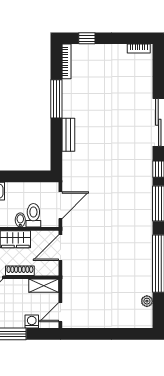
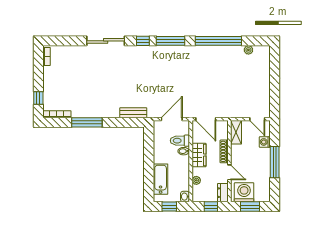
bench: (68, 135) -> (133, 113), moved
door: (60, 205) -> (172, 119), hinge flipped

